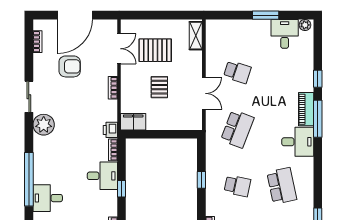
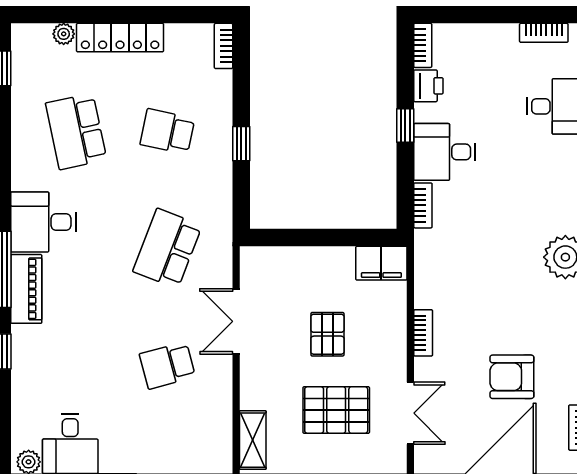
double door: (119, 49) -> (410, 413), swing flipped
school desk: (237, 72) -> (167, 365), turned -33
printer: (110, 130) -> (428, 86), moved

